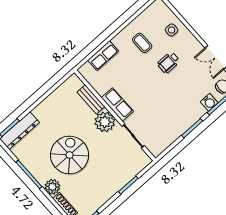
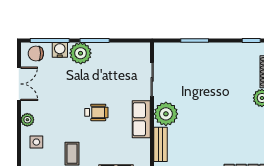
plant: (190, 39) -> (27, 120), added
wheelchair: (168, 63) -> (96, 112), moved
plant: (194, 112) -> (81, 53), added
spiral stairs: (70, 155) -> (222, 112), removed

